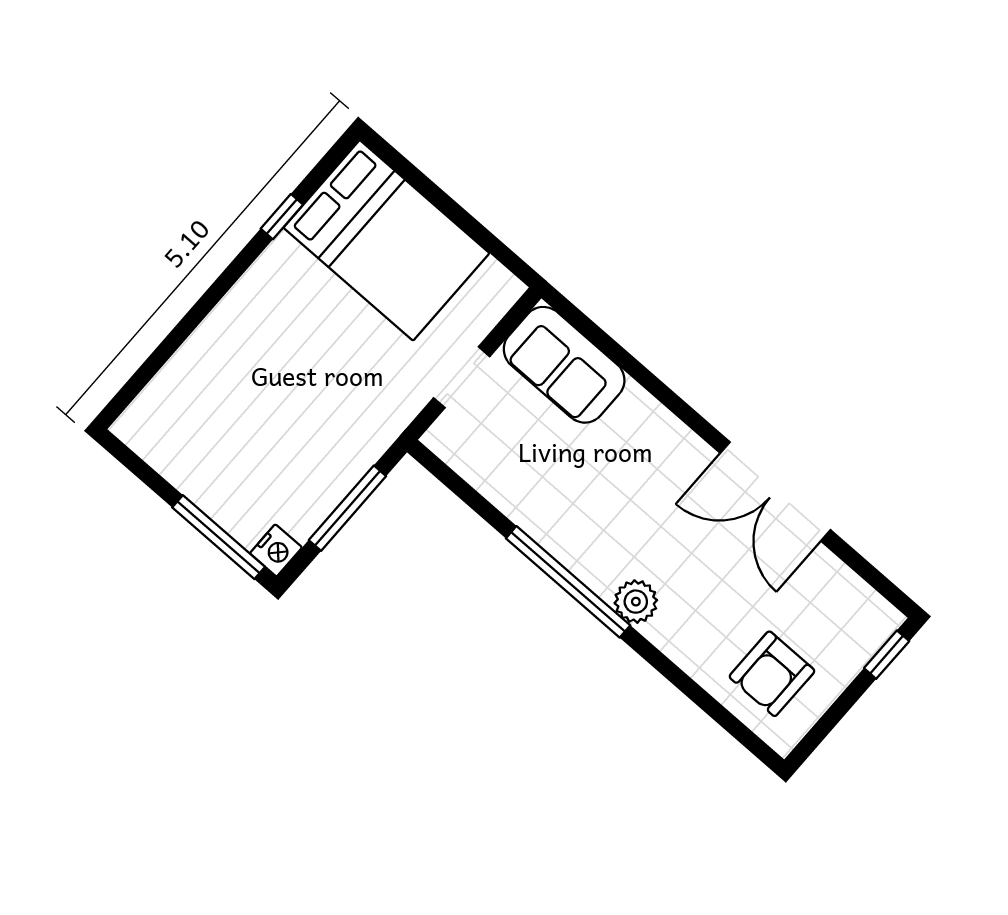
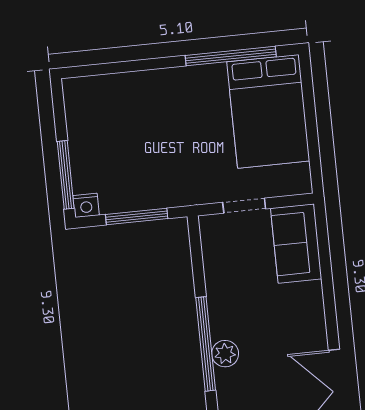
window: (282, 217) -> (231, 56), width x3.17
plant: (636, 602) -> (225, 354), moved

